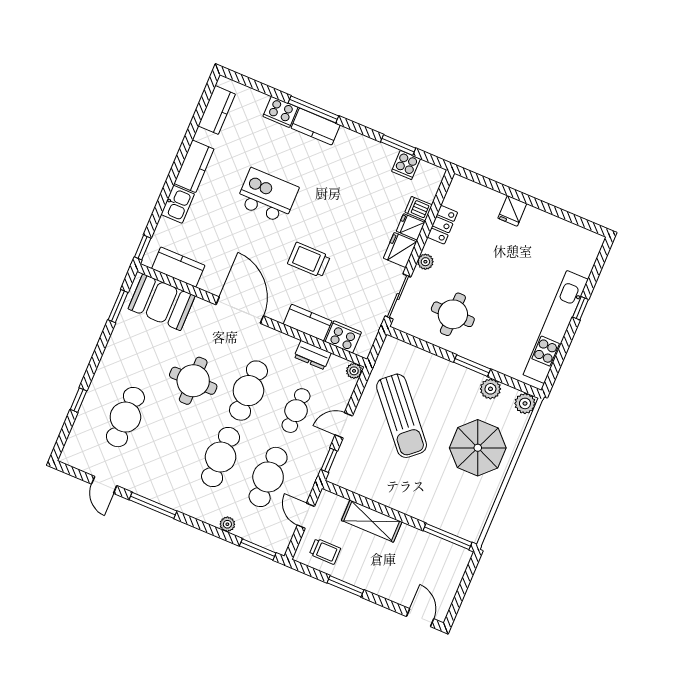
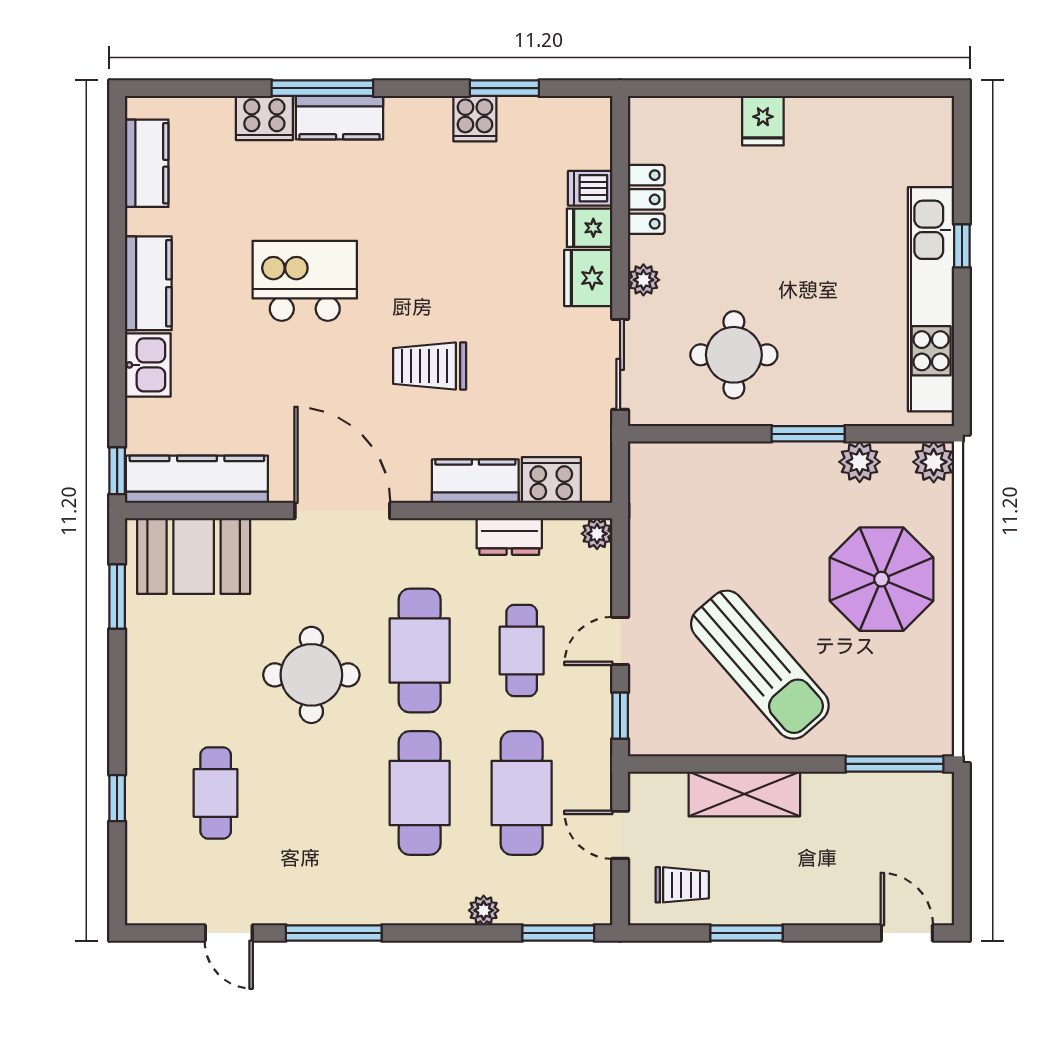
cooker: (406, 165) -> (475, 119), moved
kitchen counter: (178, 267) -> (197, 479), width x1.50
sun lounger: (402, 416) -> (760, 665), moved
cafe table: (125, 417) -> (216, 793), width x0.73, depth x0.74

